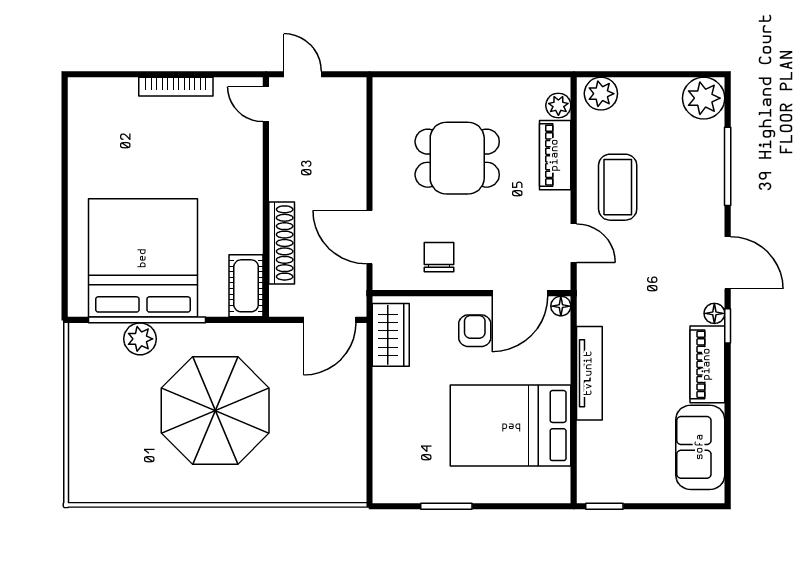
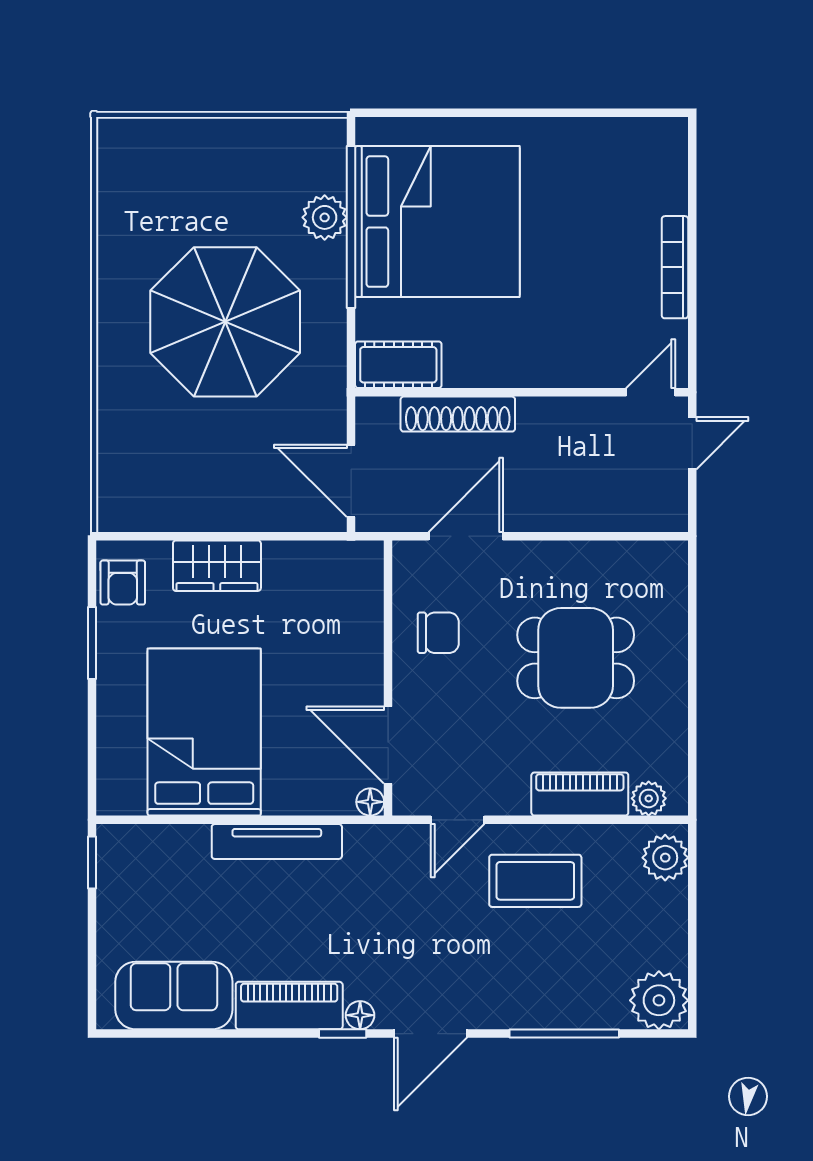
dining table: (457, 158) -> (576, 658), turned 90
armchair: (475, 331) -> (123, 583), moved, turned 90
wardrobe: (391, 335) -> (217, 566), moved

